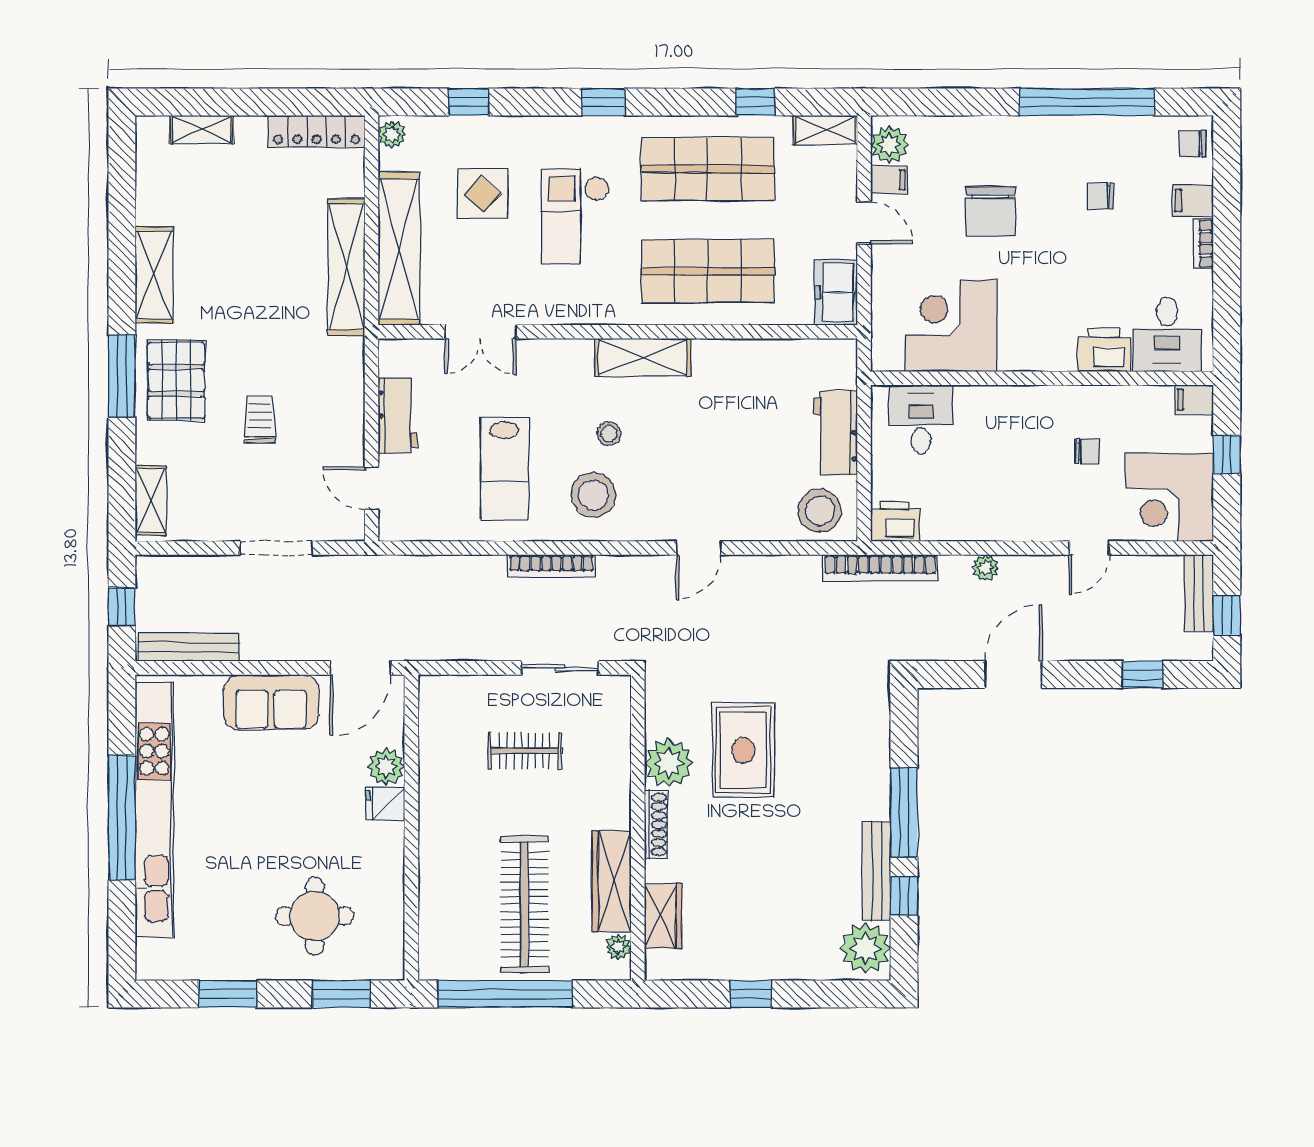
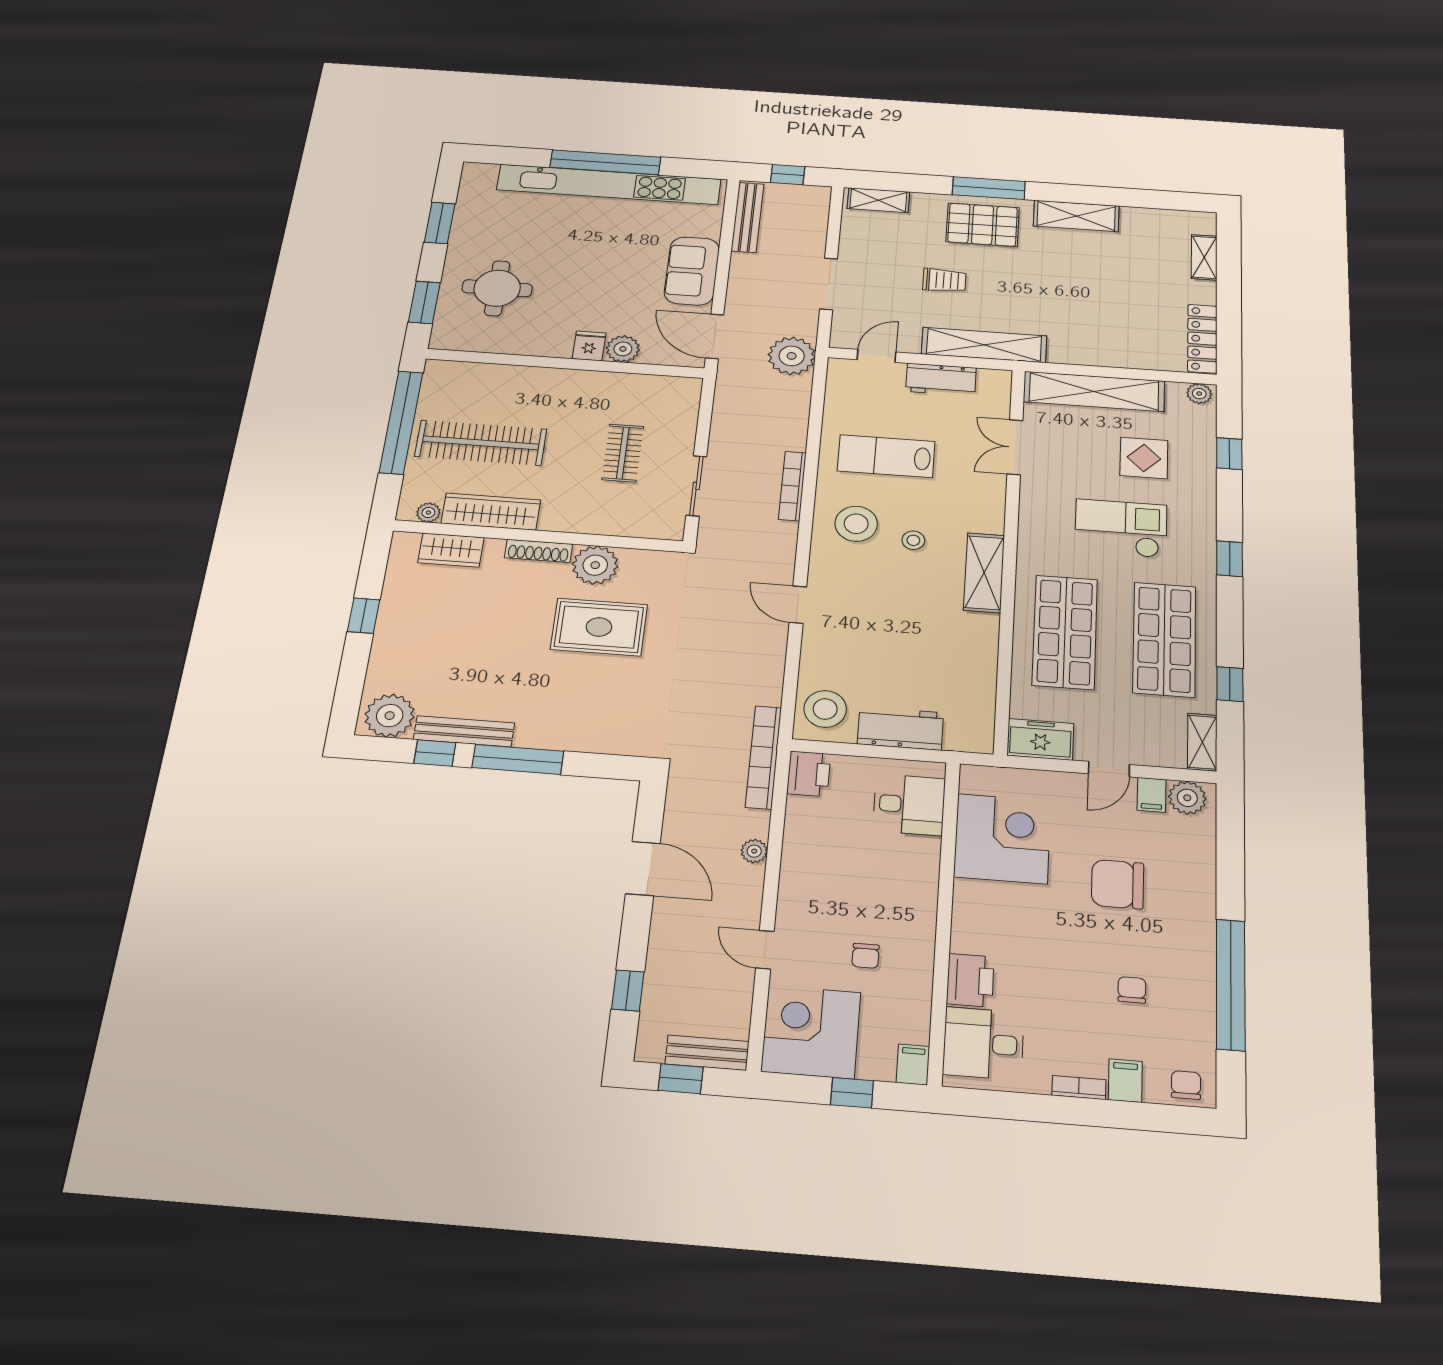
shelving: (346, 267) -> (984, 345), moved
plant: (380, 581) -> (792, 356), added

